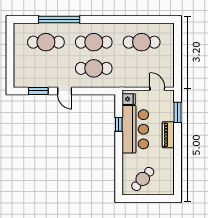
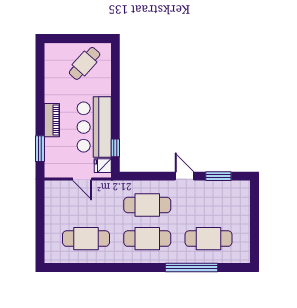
door: (157, 89) -> (82, 179), moved
window: (119, 124) -> (115, 148), moved

